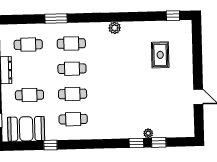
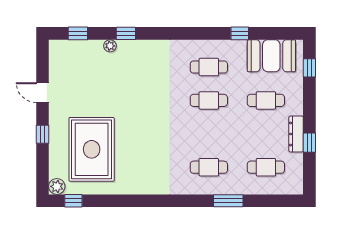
plant: (115, 28) -> (57, 186), moved
rug: (160, 55) -> (92, 149), width x1.86, depth x2.06
window: (197, 65) -> (43, 134), added
cafe table: (72, 69) -> (209, 134), removed
window: (159, 142) -> (78, 33), moved

